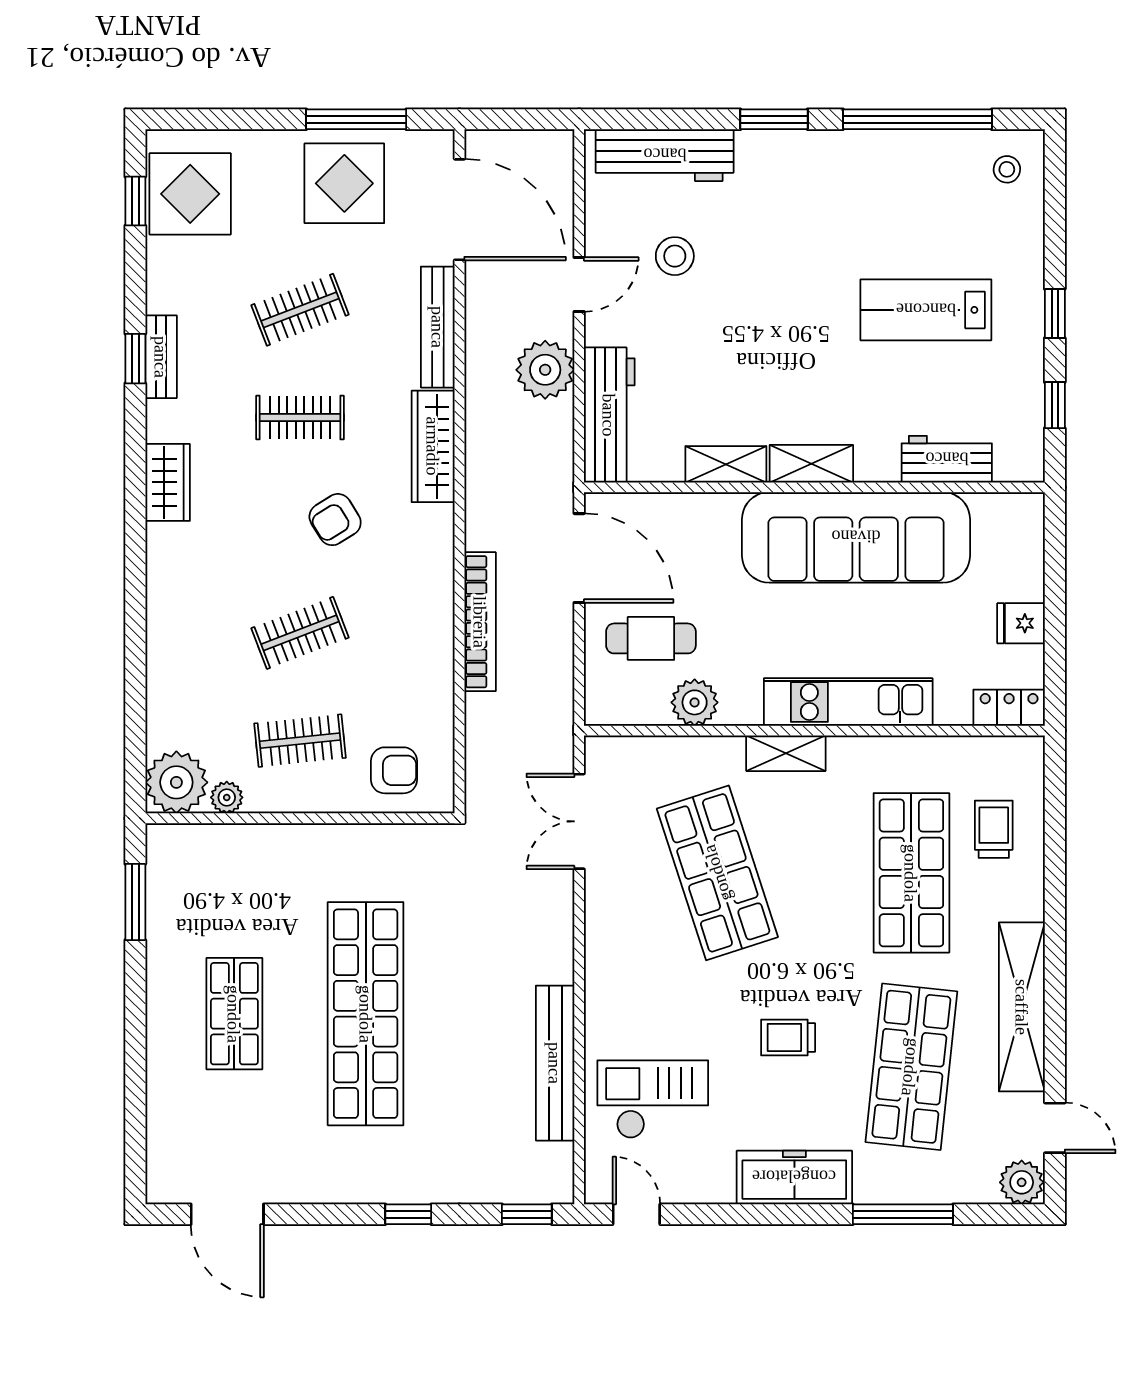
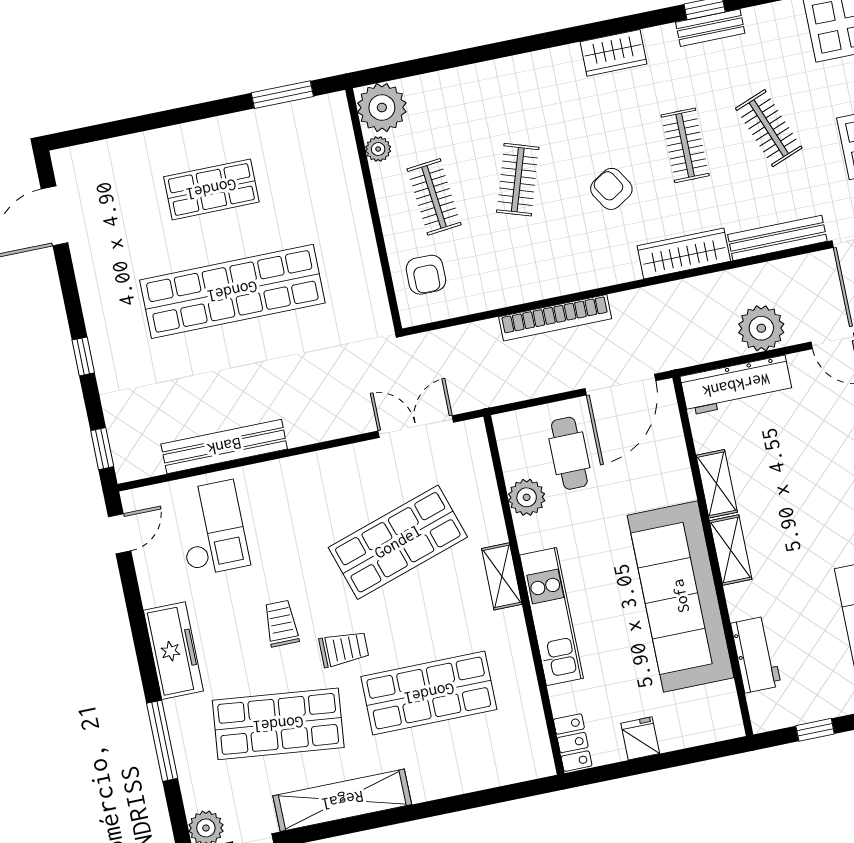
clothes rail: (300, 633) -> (518, 180), turned 39
trolley: (994, 829) -> (344, 649), moved

